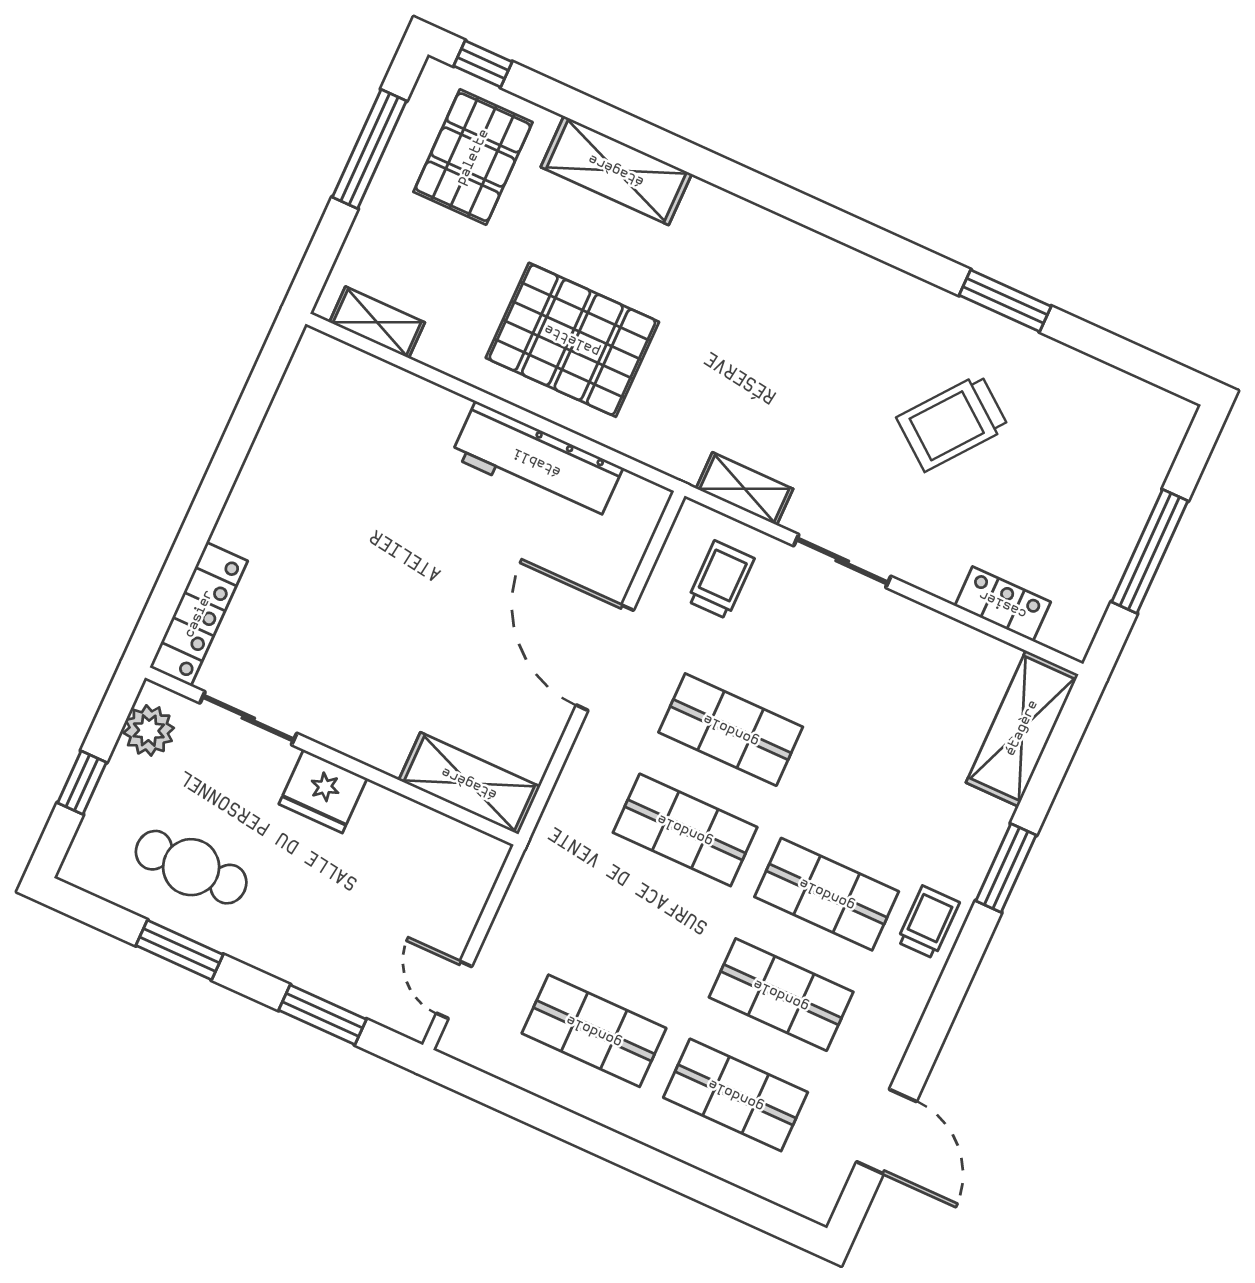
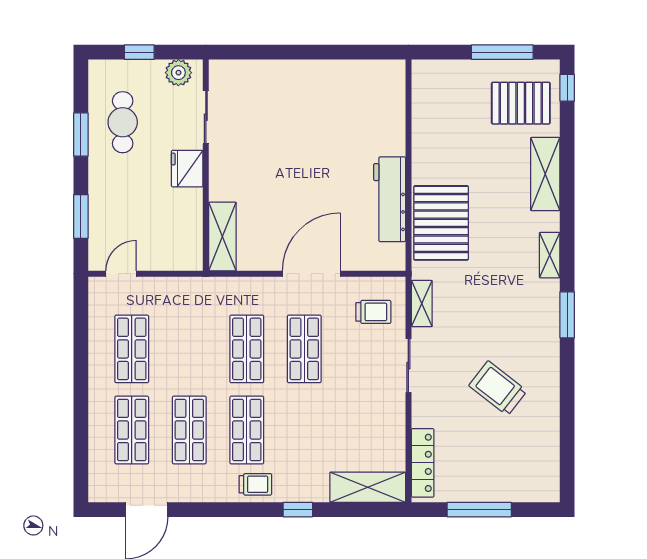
window: (1005, 301) -> (567, 315), moved
shelving: (377, 322) -> (550, 255), moved
pallet: (572, 340) -> (441, 223), moved
locker: (1003, 604) -> (423, 463), width x1.53
locker: (199, 614) -> (245, 71), removed
window: (1006, 868) -> (298, 510), width x0.67

